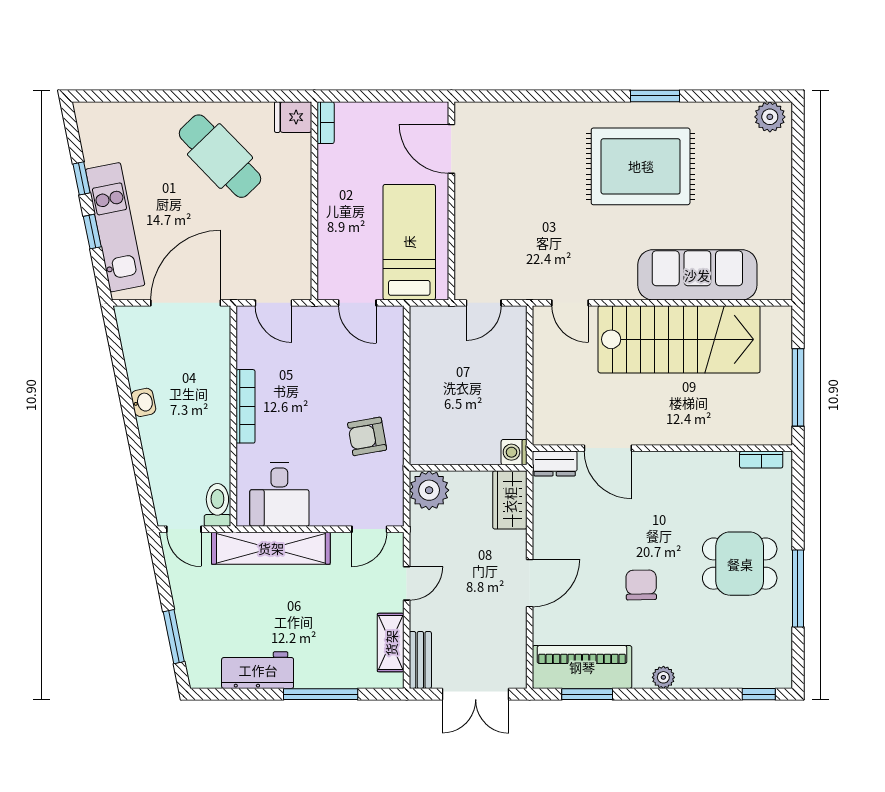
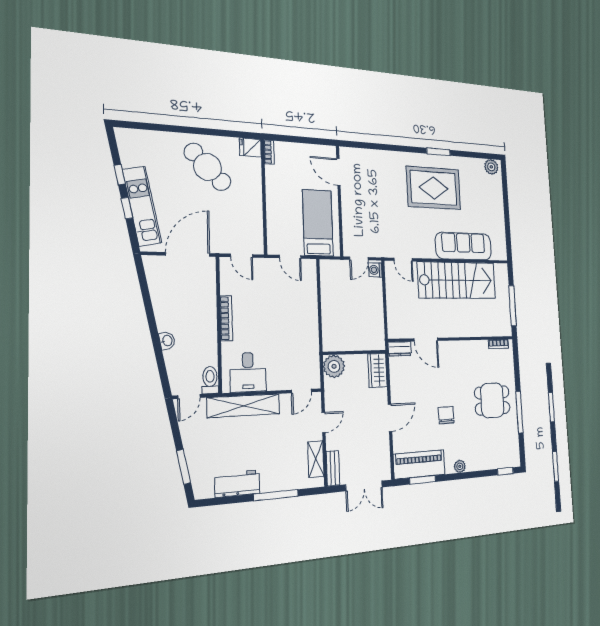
washbasin: (143, 402) -> (167, 341), moved
armchair: (367, 436) -> (298, 335), removed
washing machine: (514, 452) -> (375, 270), moved
door: (184, 529) -> (189, 397), hinge flipped

